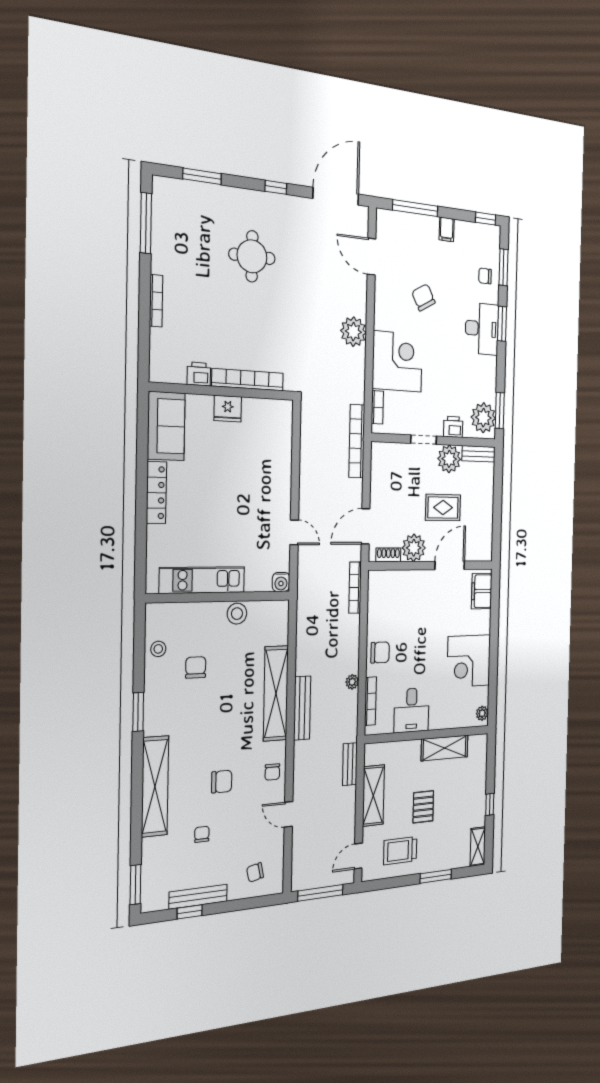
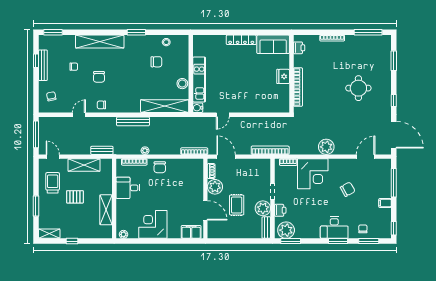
printer: (199, 374) -> (299, 48), moved
kitchen unit: (202, 580) -> (199, 79), moved
shelving: (276, 693) -> (165, 106), moved

